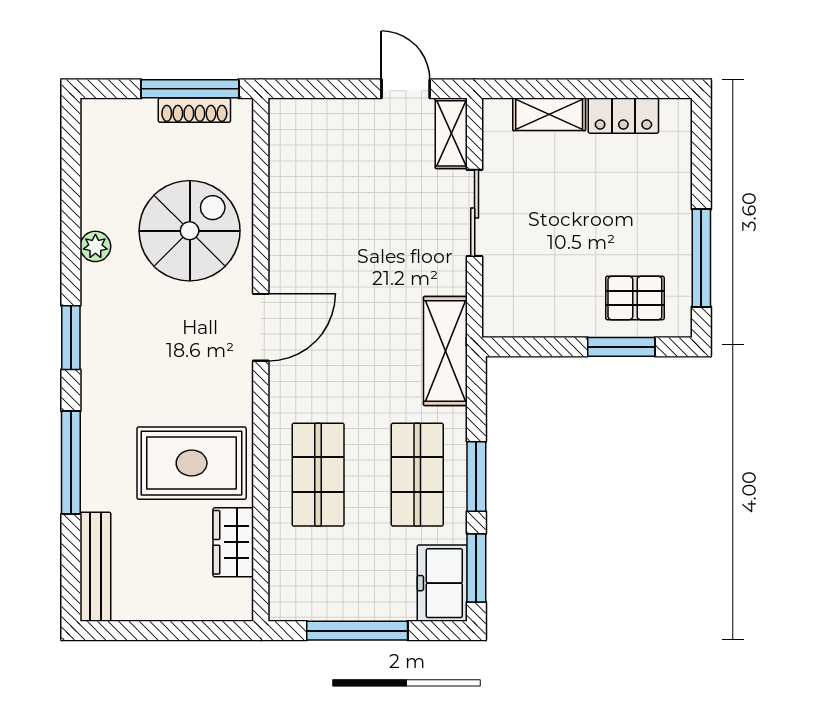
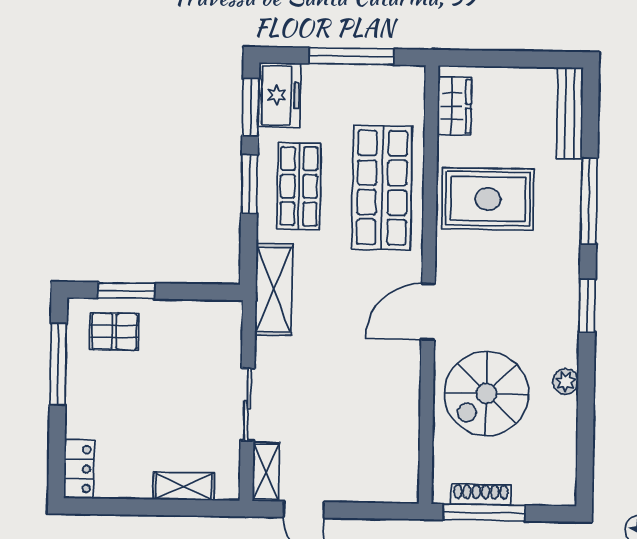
locker: (623, 116) -> (79, 469), moved, turned 90
shop shelf: (318, 475) -> (382, 188), width x1.43, depth x1.36
wardrobe: (233, 542) -> (454, 106), moved

